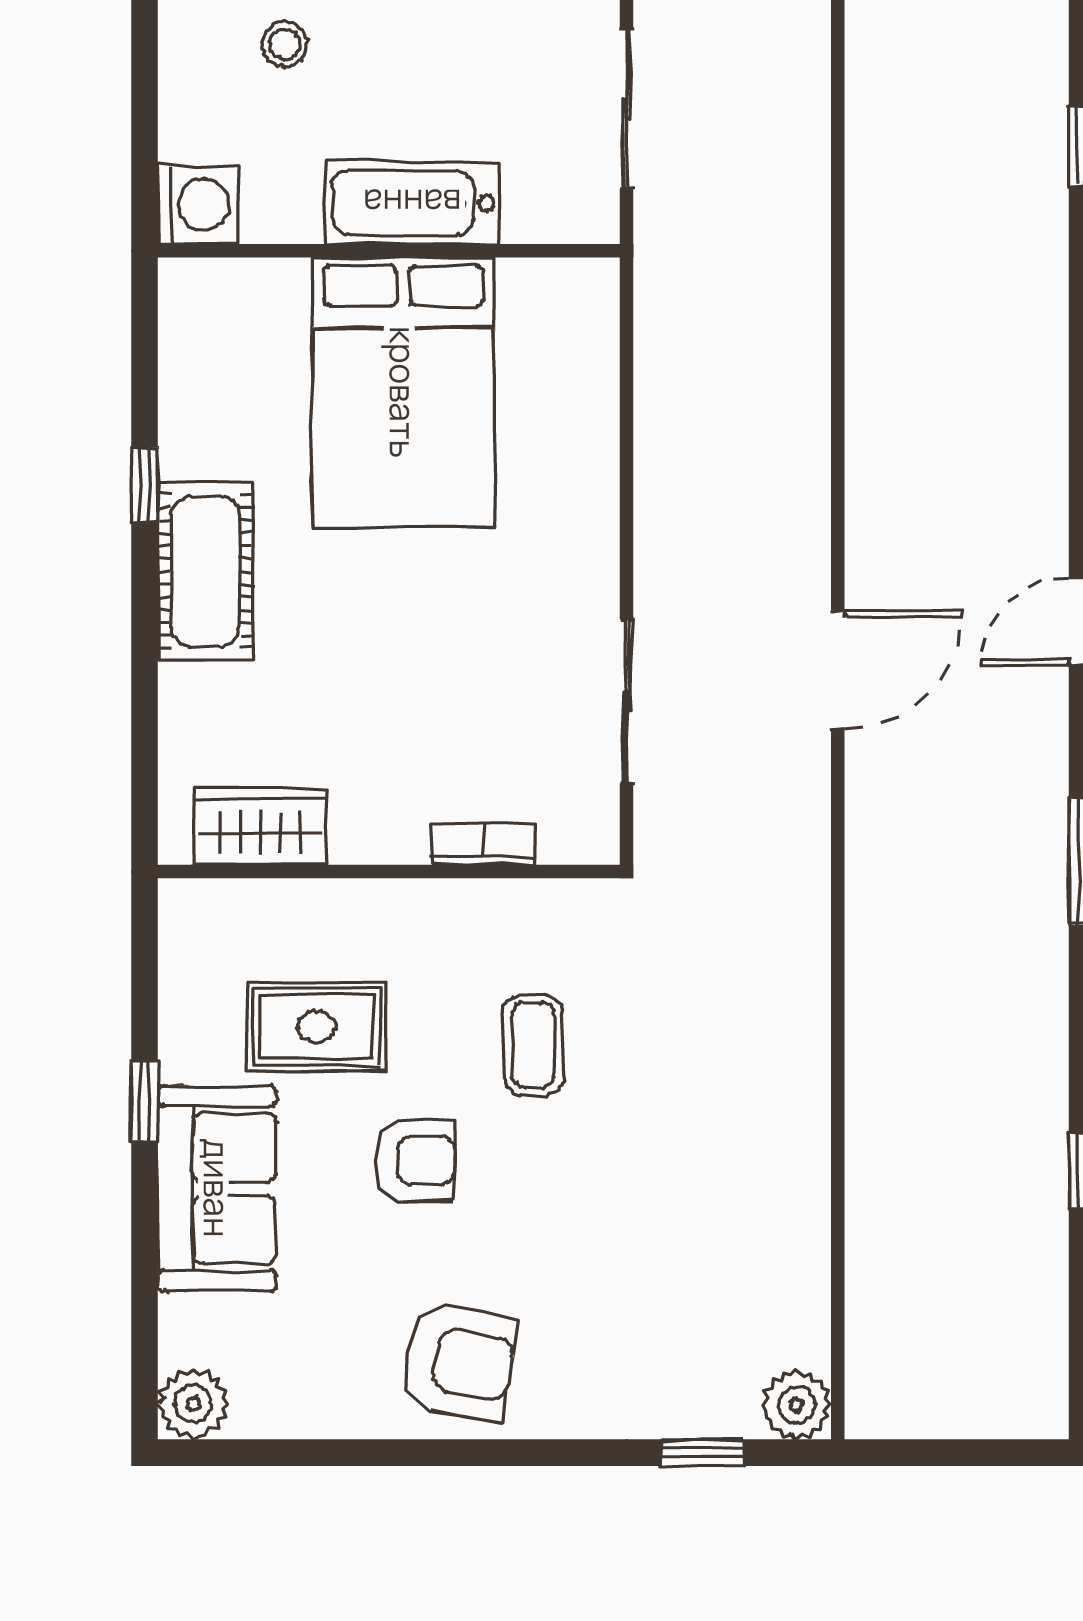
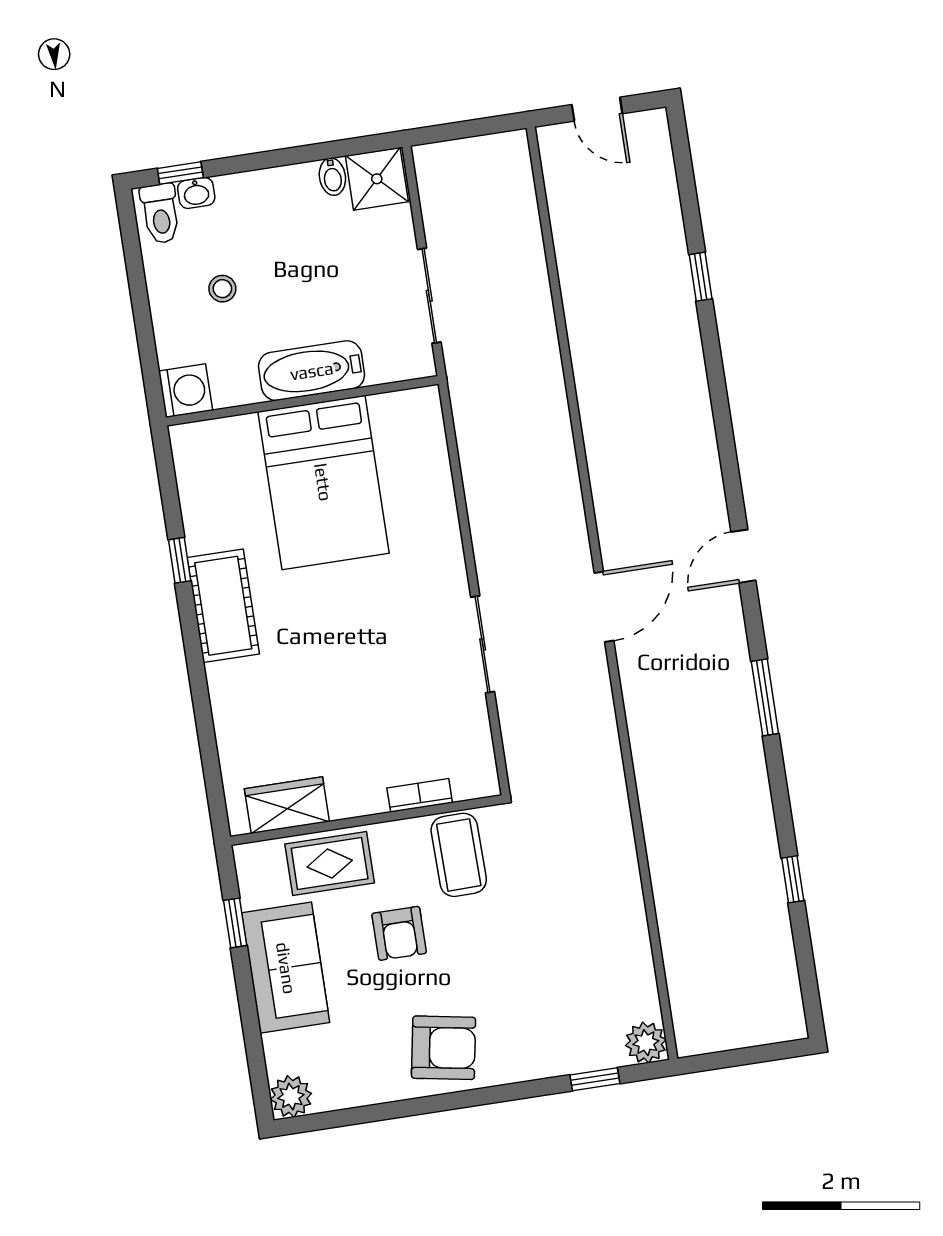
wardrobe: (260, 826) -> (287, 805), moved
bookcase: (483, 844) -> (420, 795), moved
wall: (389, 871) -> (366, 820), moved
coffee table: (533, 1045) -> (459, 855), width x1.36, depth x1.30
armchair: (414, 1160) -> (399, 933), turned 90

